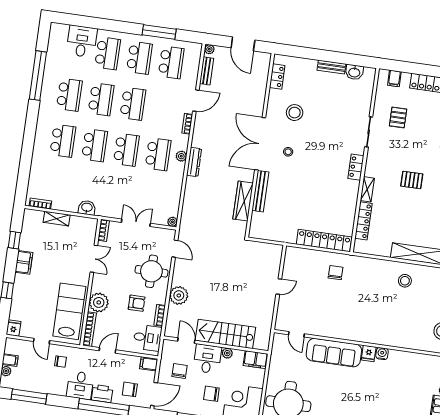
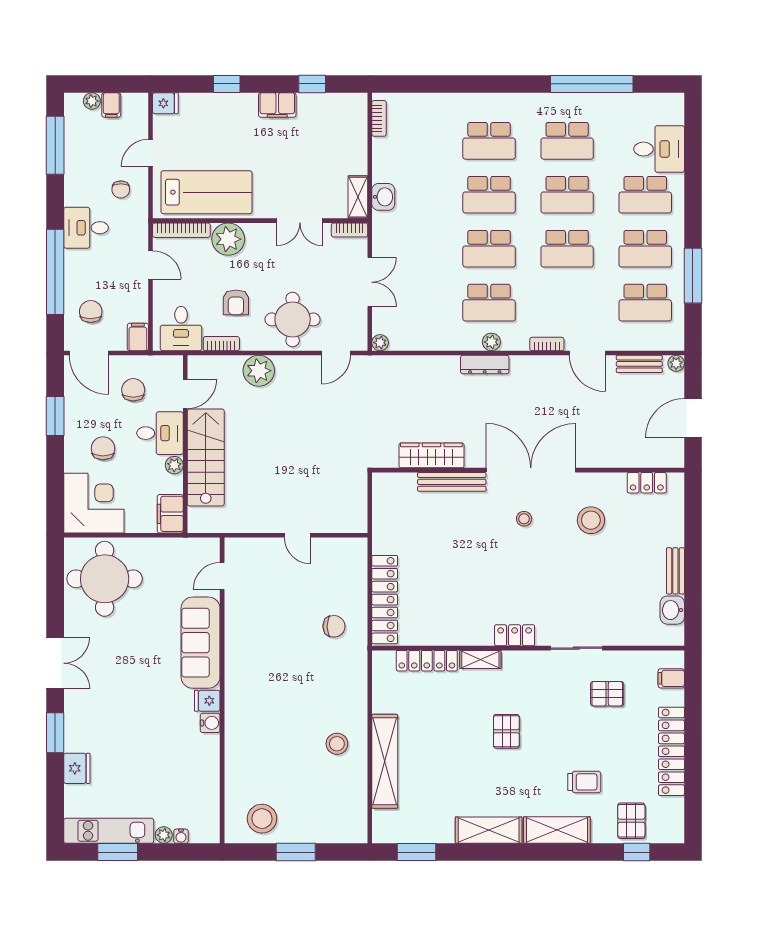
shelving: (57, 219) -> (358, 197), moved
chair: (179, 371) -> (133, 390), turned -90
printer: (102, 394) -> (77, 266), removed

